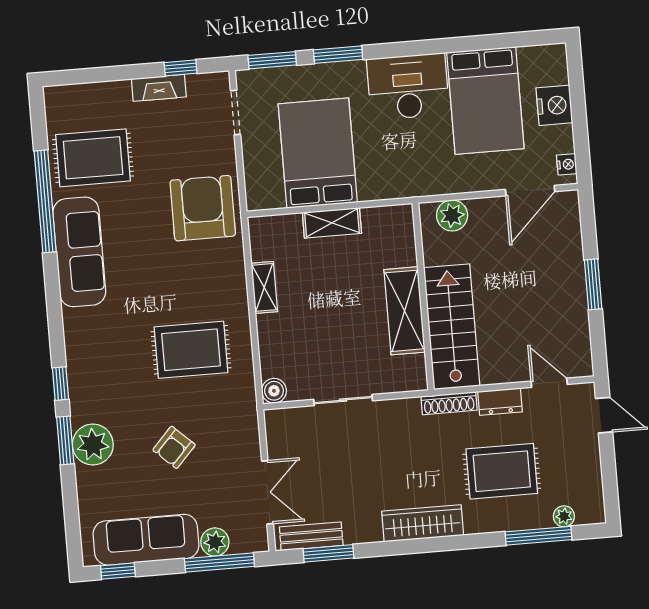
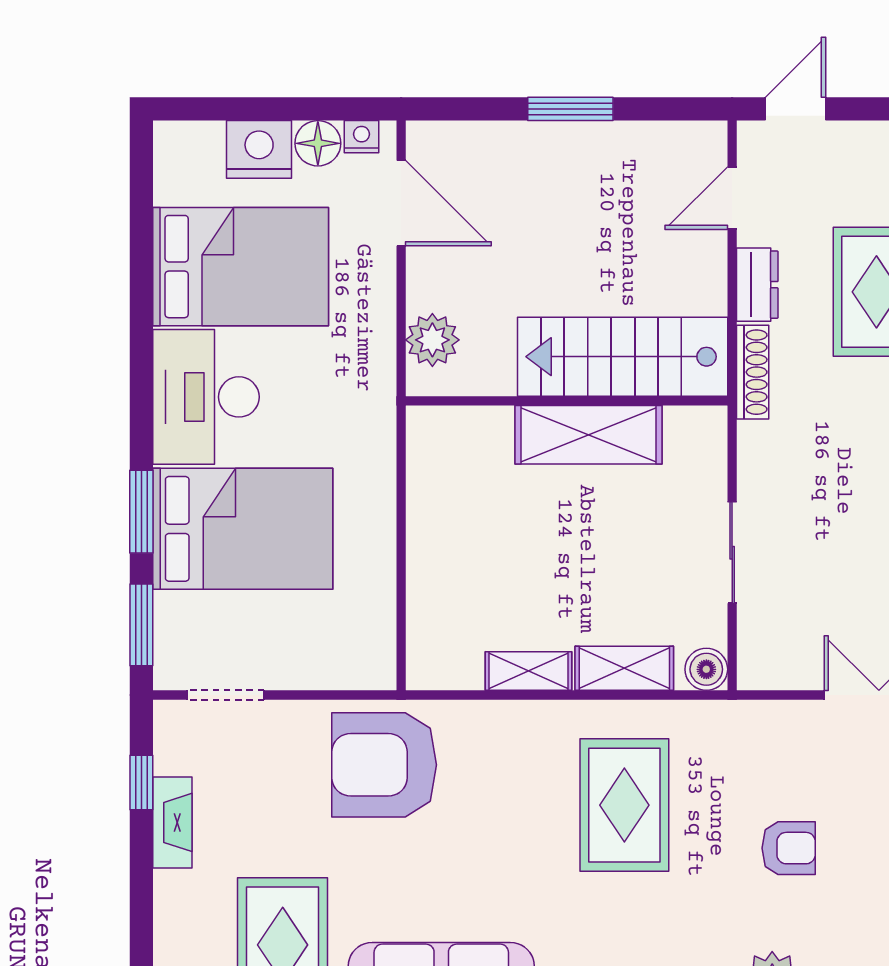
floor lamp: (561, 139) -> (318, 143), added
bed: (318, 153) -> (243, 529), moved, turned 180
shelving: (332, 223) -> (624, 668), moved, turned 90
armchair: (174, 447) -> (789, 848), turned -43

